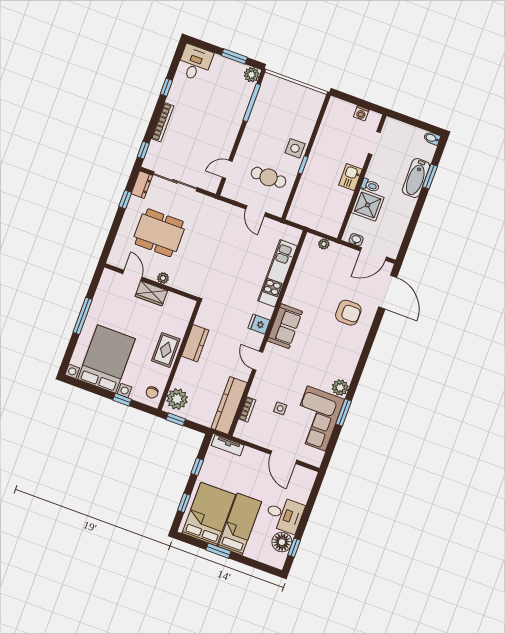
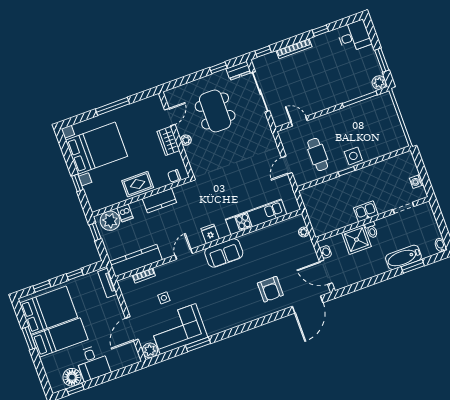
dishwasher: (181, 381) -> (125, 213), added
plant: (340, 388) -> (150, 350), moved
chair: (152, 392) -> (174, 176), moved

